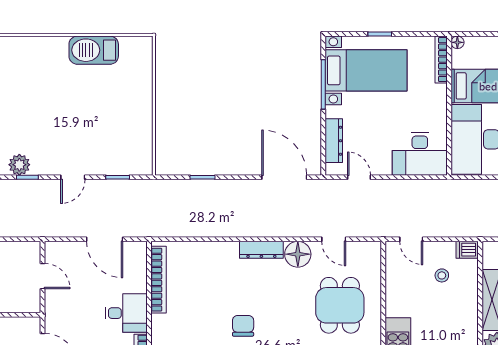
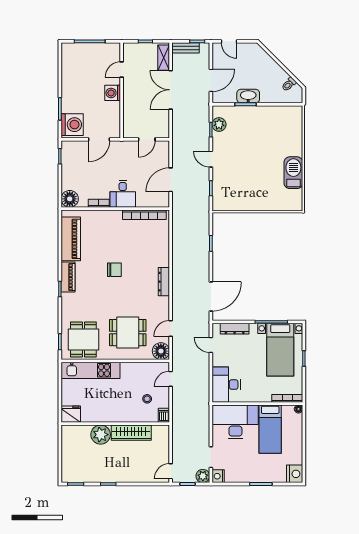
door: (359, 177) -> (211, 345), swing flipped
floor lamp: (298, 254) -> (161, 351), moved

